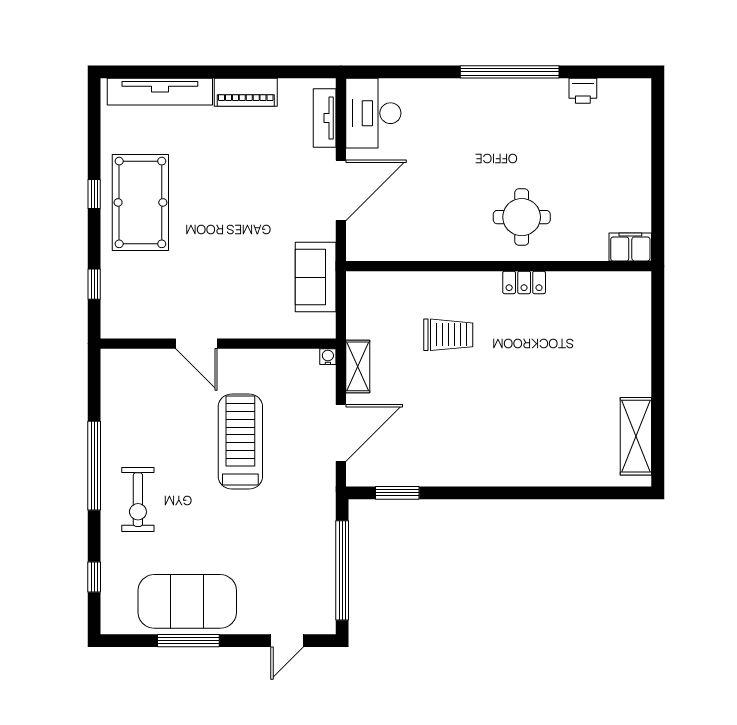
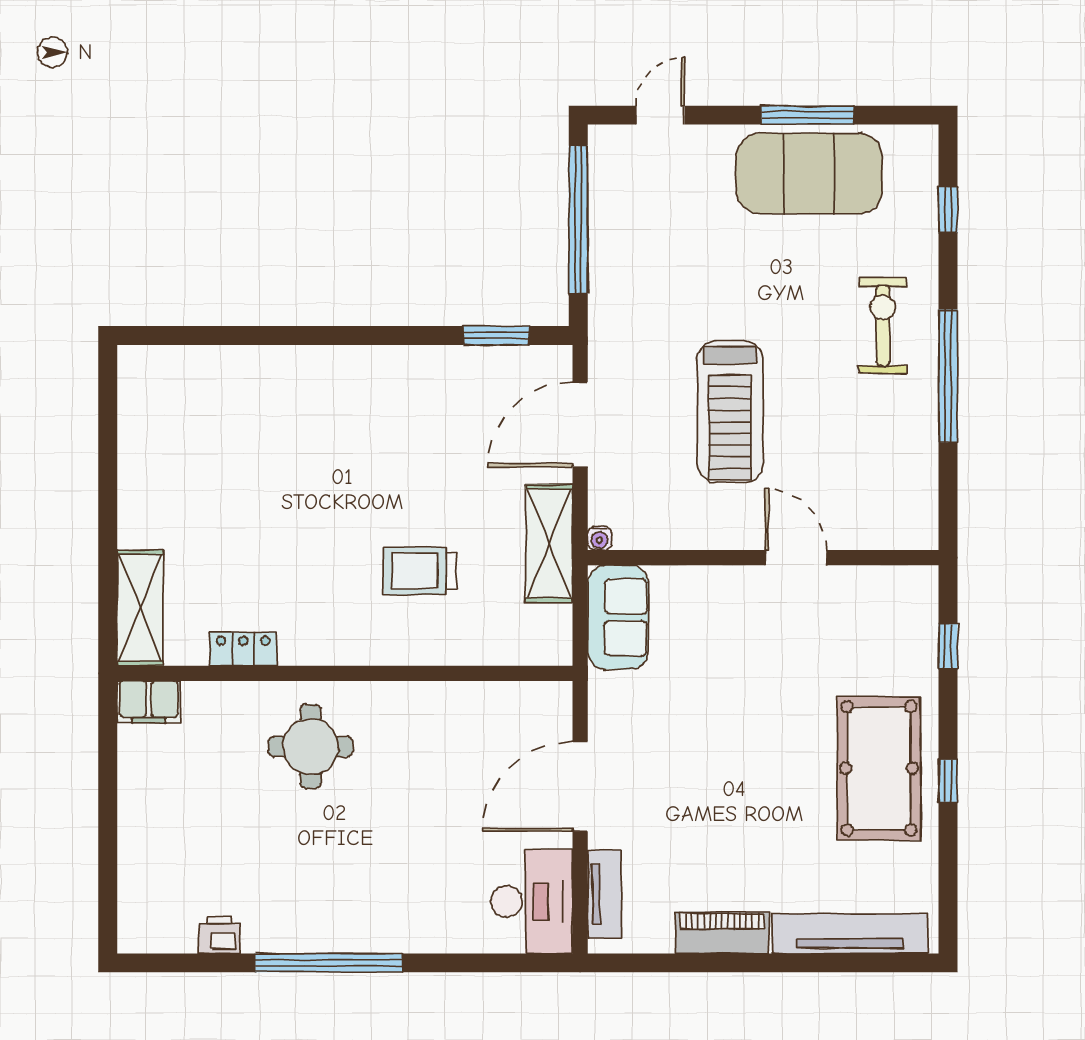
sofa: (316, 277) -> (618, 617), moved
locker: (524, 282) -> (243, 649), moved
shelving: (358, 366) -> (549, 543), width x1.50, depth x1.33
shelving: (636, 436) -> (140, 608), moved

